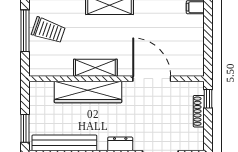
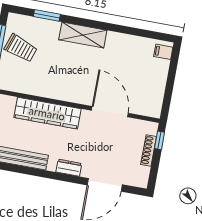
shelving: (95, 68) -> (59, 92), removed

